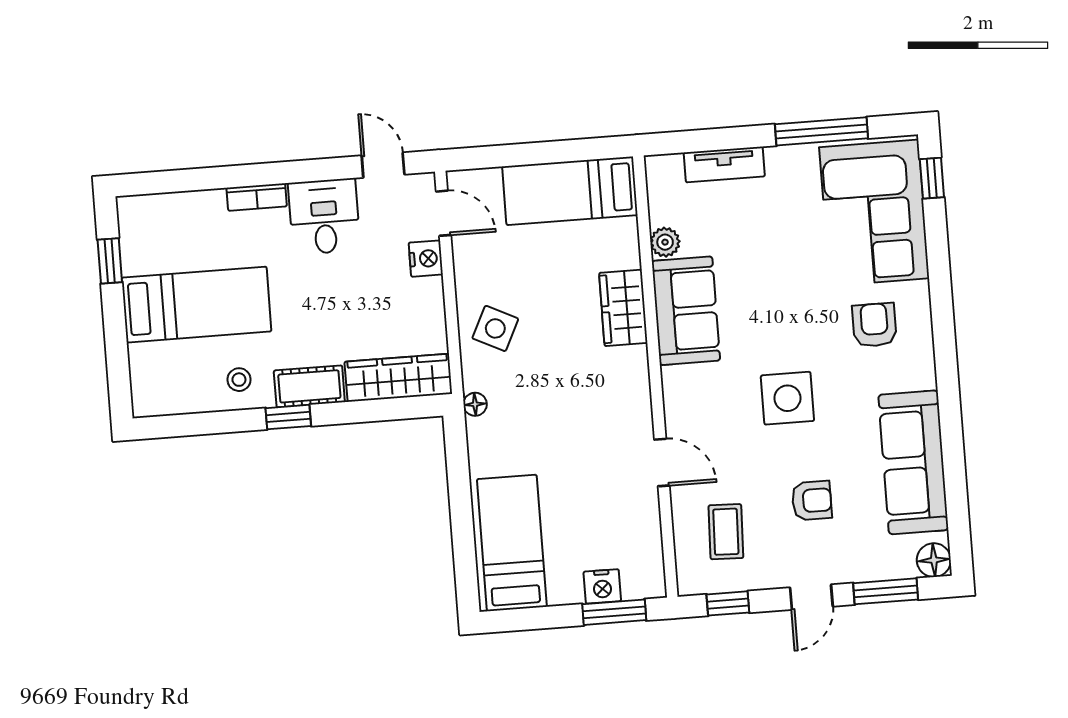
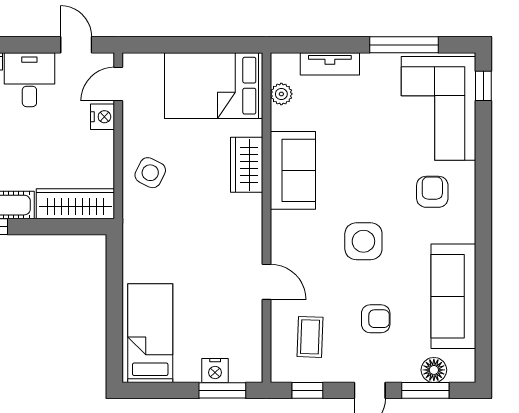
bed: (570, 191) -> (214, 86), width x1.50
door: (443, 213) -> (118, 84), swing flipped
plant: (665, 242) -> (281, 94), moved
floor lamp: (475, 404) -> (131, 228), removed
floor lamp: (934, 560) -> (434, 370), moved

